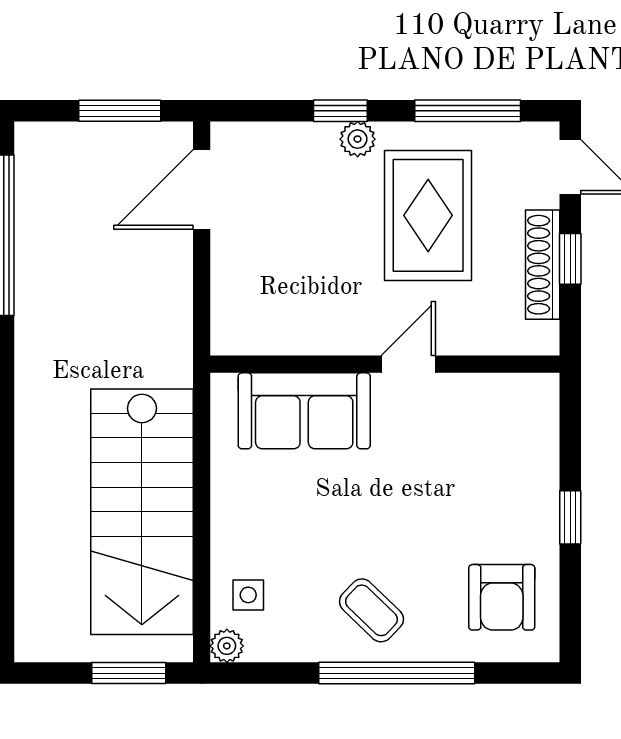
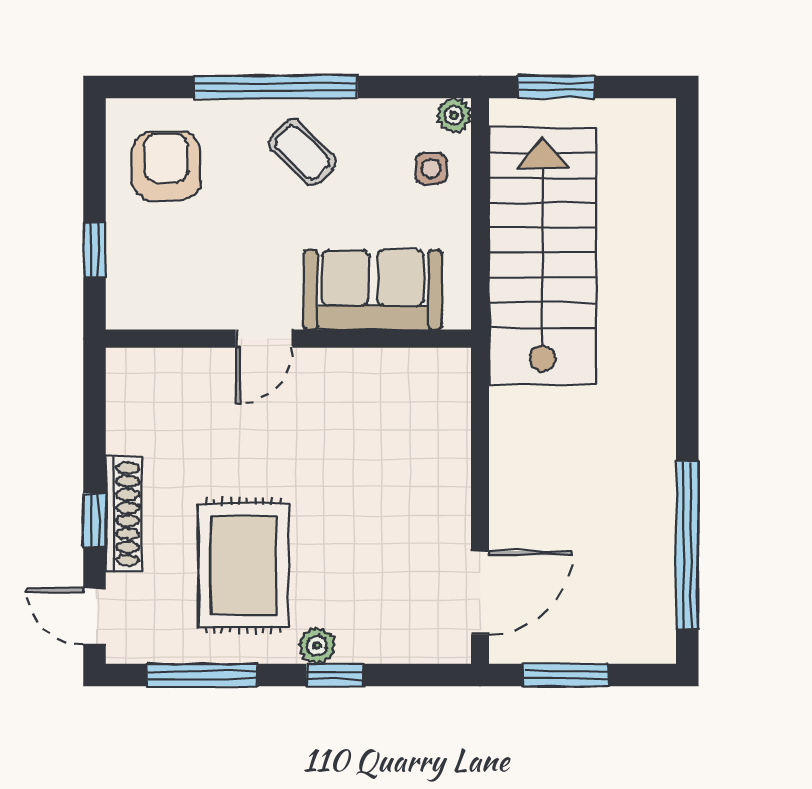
wall: (385, 364) -> (288, 339), moved
door: (408, 364) -> (264, 339), moved
sofa: (304, 411) -> (373, 290), moved

